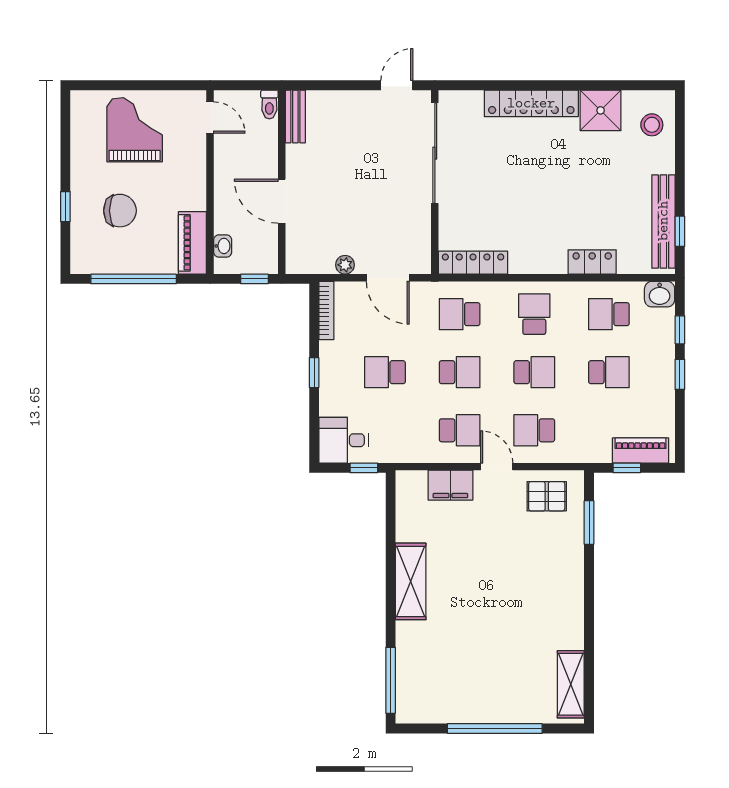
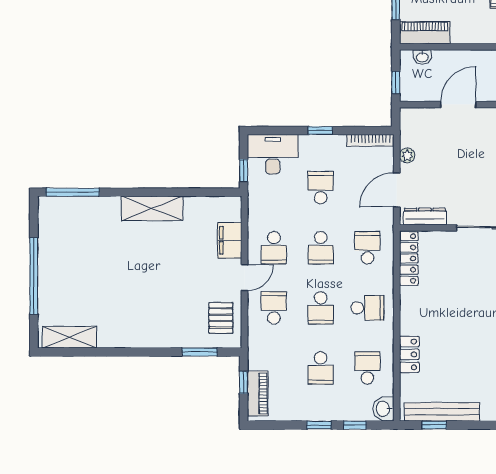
dresser: (421, 243) -> (425, 216), added
desk: (344, 440) -> (273, 154), width x1.37

